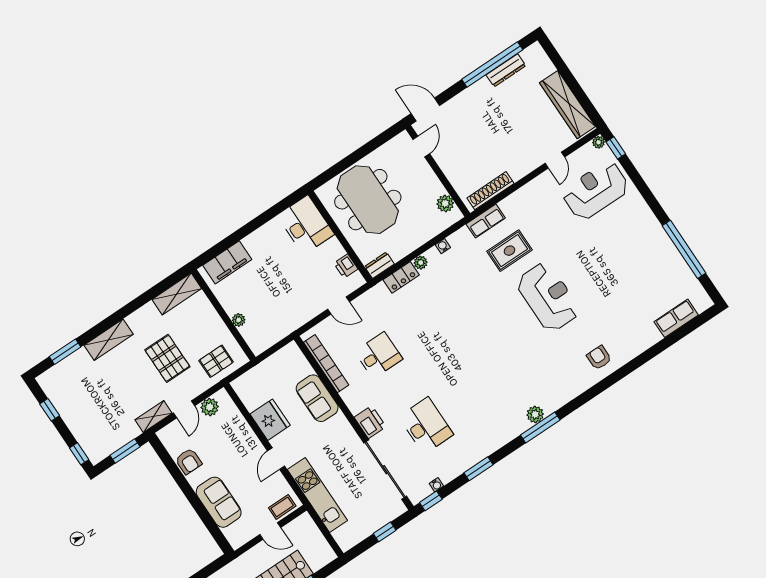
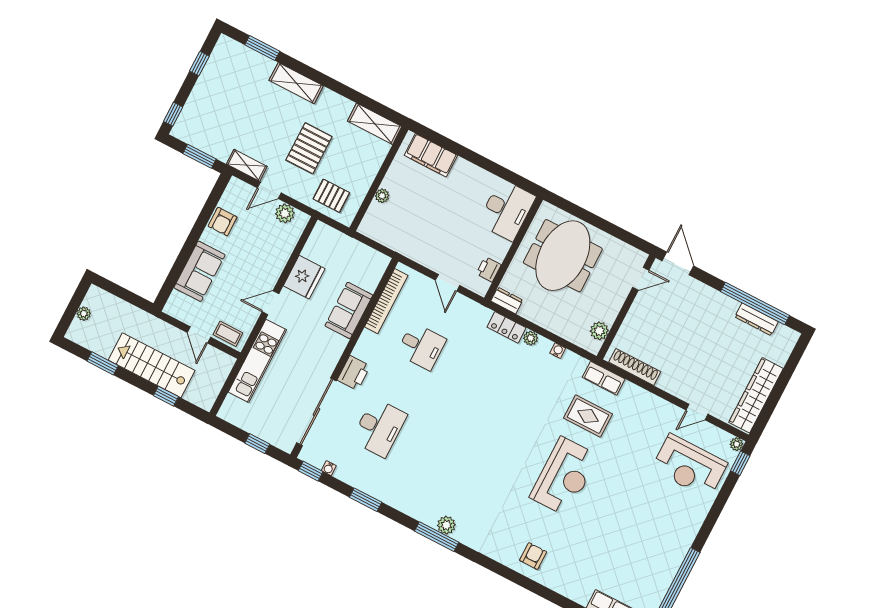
reception desk: (596, 190) -> (689, 466), turned 180

